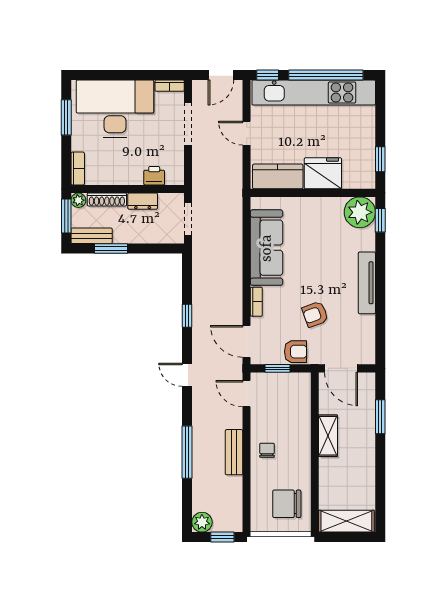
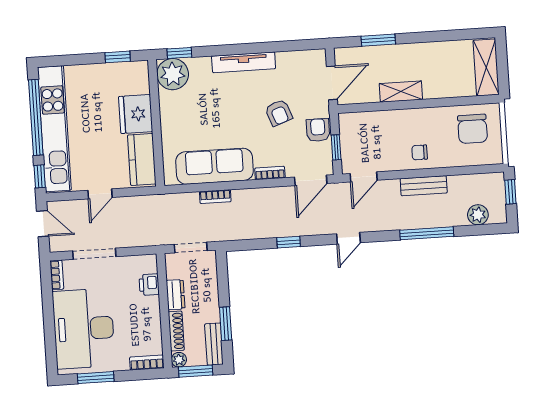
bookcase: (237, 246) -> (215, 197), added
plant: (202, 522) -> (478, 215), moved

